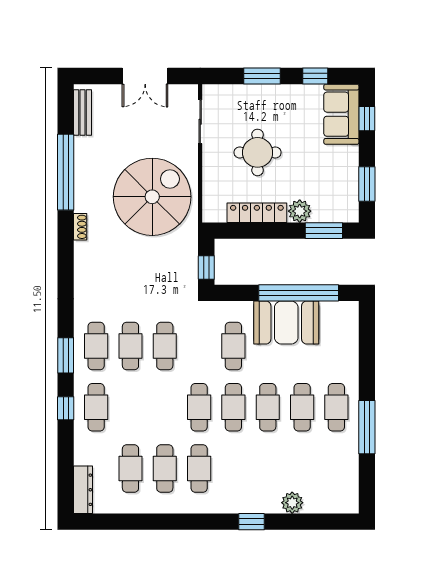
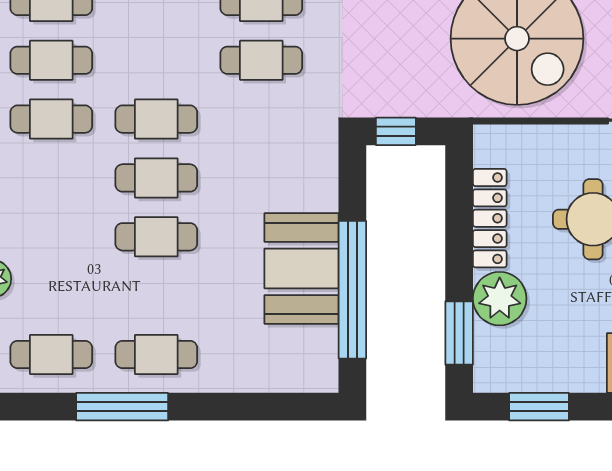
plant: (300, 211) -> (500, 299), width x1.36, depth x1.36
cafe table: (233, 346) -> (261, 178), removed
cafe table: (302, 407) -> (51, 354), moved

